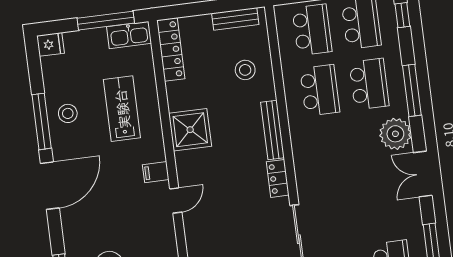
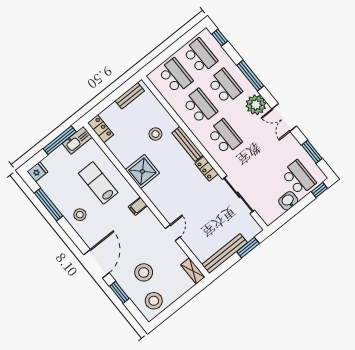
locker: (171, 49) -> (101, 129), width x0.66
stool: (245, 70) -> (155, 134), moved
stool: (68, 113) -> (80, 215), moved
window: (42, 121) -> (48, 204), moved
school desk: (327, 151) -> (225, 137), added
door: (50, 186) -> (96, 264), moved
door: (176, 200) -> (173, 233), moved

